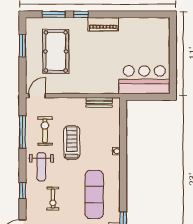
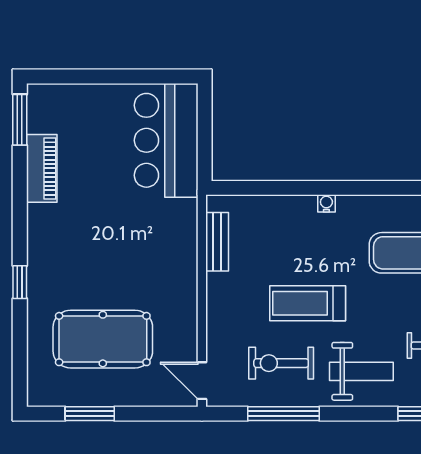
window: (54, 14) -> (20, 120), moved
piano: (103, 24) -> (42, 168), moved

